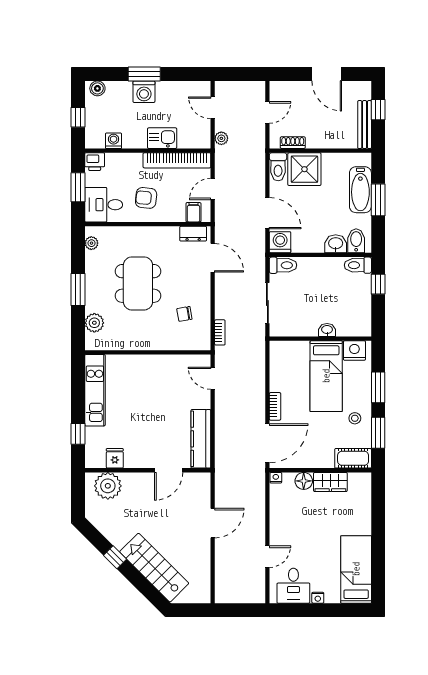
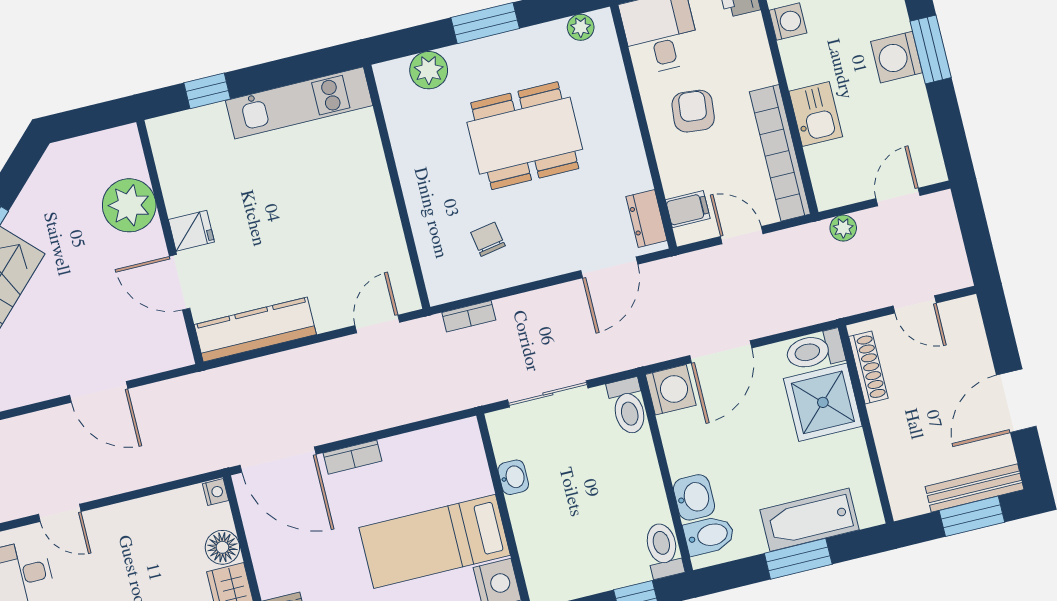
window: (378, 110) -> (972, 516), width x1.50
bench: (365, 125) -> (975, 488), moved
shoe rack: (293, 143) -> (868, 367), width x1.43
washbasin: (327, 330) -> (513, 477), moved
fridge: (115, 458) -> (191, 231), moved
plant: (108, 486) -> (129, 205), moved

